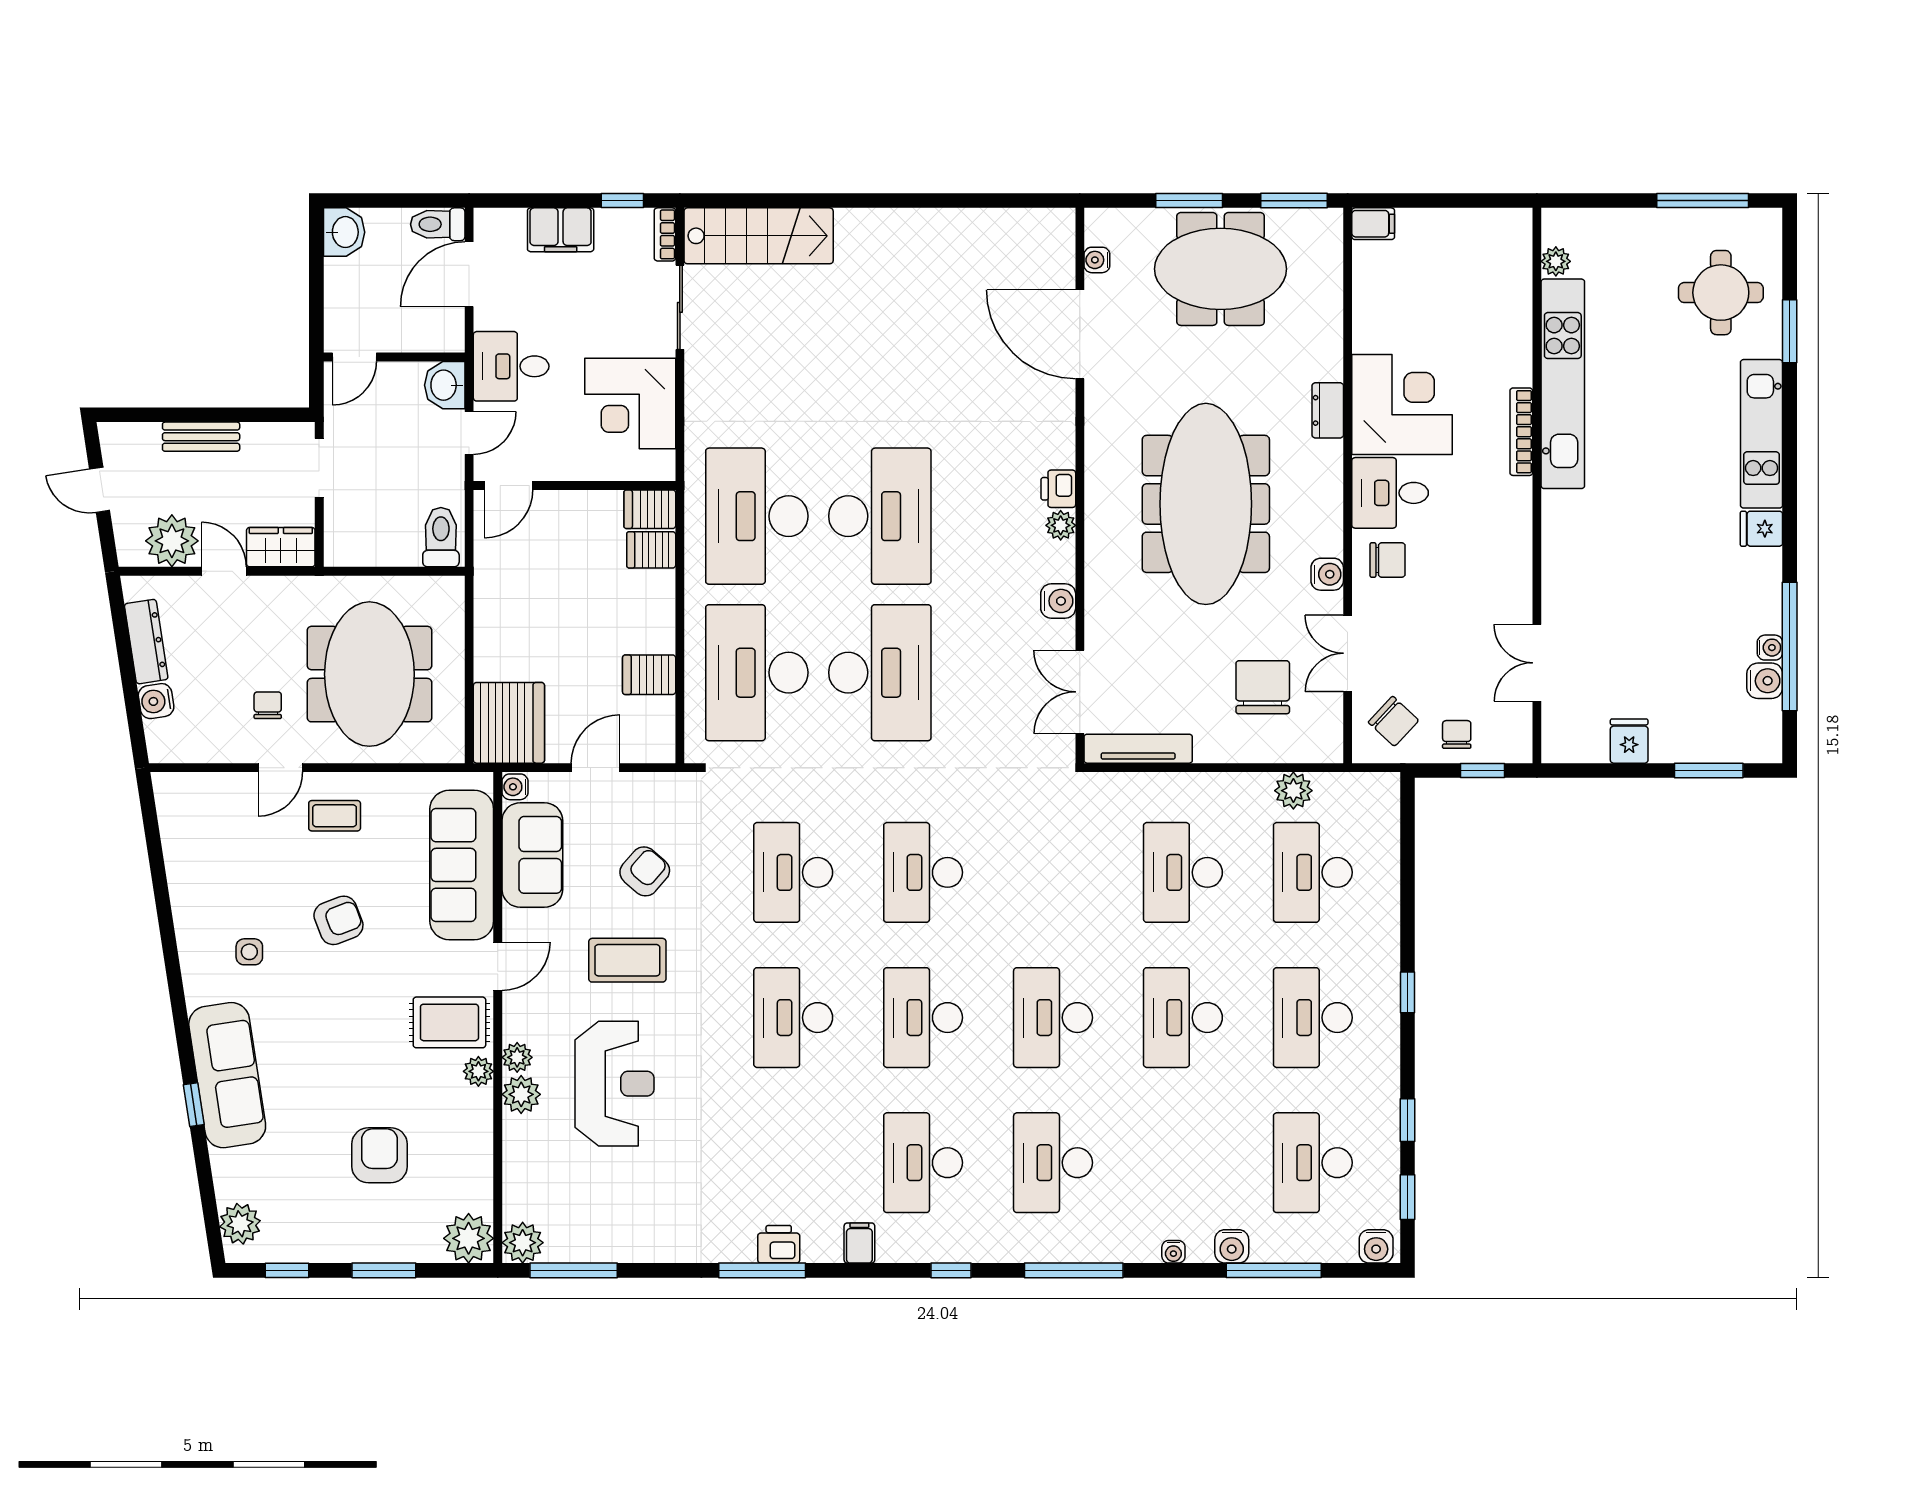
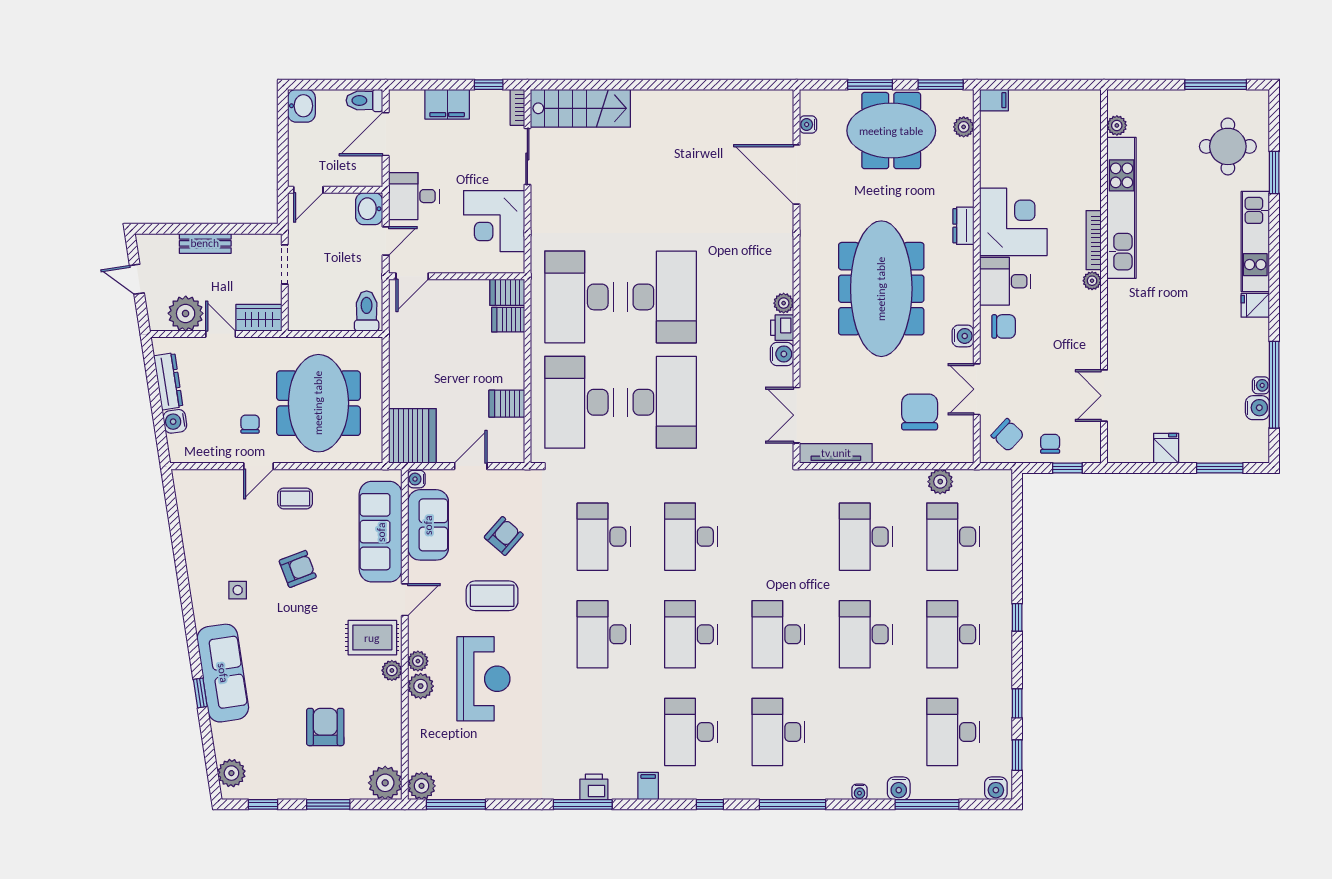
plant: (1328, 263) -> (964, 127), added
printer: (1058, 489) -> (782, 328), moved
plant: (1519, 492) -> (1092, 281), added

